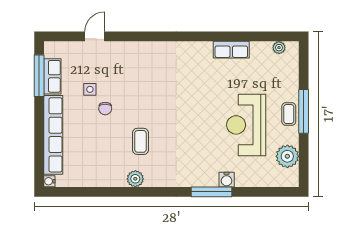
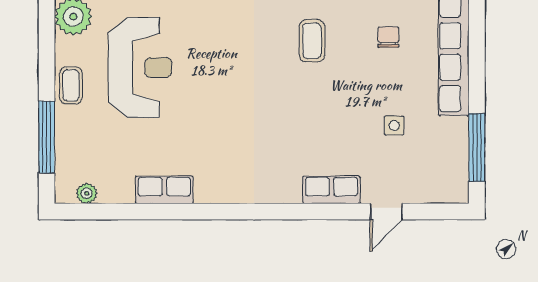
row of seats: (52, 76) -> (331, 190), moved, turned 90
chair: (105, 109) -> (388, 37), moved
window: (304, 111) -> (47, 137), moved

